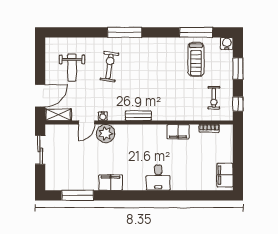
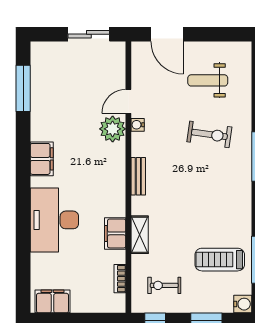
shelving: (58, 115) -> (140, 235), moved
door: (87, 123) -> (128, 101), hinge flipped
desk: (158, 178) -> (54, 220), width x1.87, depth x1.30
filing cabinet: (111, 183) -> (42, 159), moved

